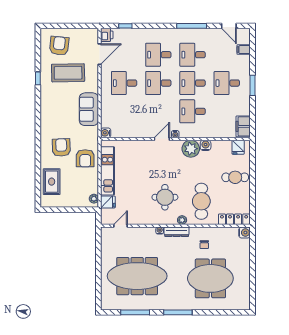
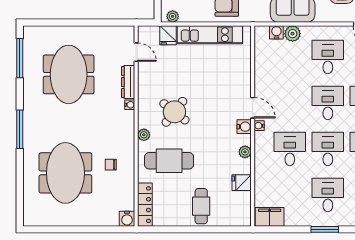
plant: (107, 109) -> (293, 34), added
water cooler: (106, 133) -> (276, 32), moved
water cooler: (206, 145) -> (244, 127), moved
fridge: (238, 147) -> (242, 183), moved
plant: (191, 149) -> (245, 152), width x0.53, depth x0.53
round table: (165, 197) -> (174, 112), turned 38
dresser: (177, 232) -> (128, 82), moved
meeting table: (137, 276) -> (69, 74), width x0.73
window: (135, 312) -> (20, 58), moved

